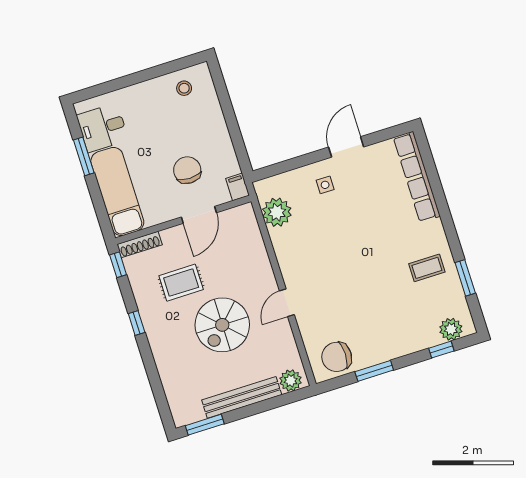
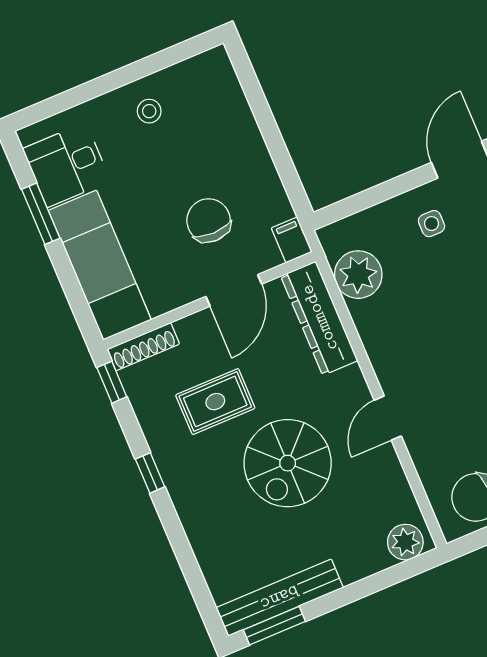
stool: (184, 88) -> (149, 111), moved
dresser: (250, 237) -> (319, 318), added
bench: (242, 397) -> (280, 598), moved

